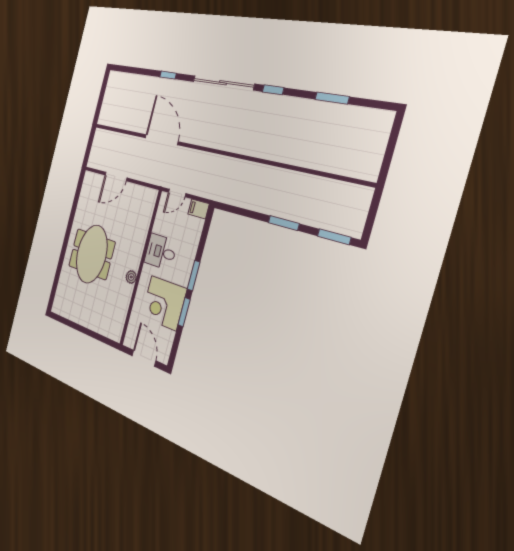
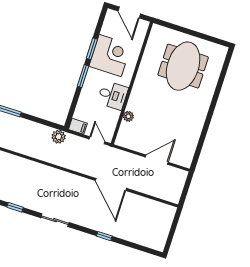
sliding door: (223, 83) -> (55, 220), width x0.54
door: (177, 193) -> (97, 140), hinge flipped
plant: (221, 193) -> (59, 137), added
meeting table: (92, 254) -> (183, 66), moved
plant: (131, 277) -> (128, 116), moved

